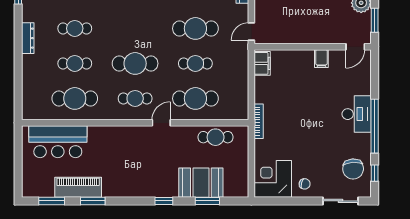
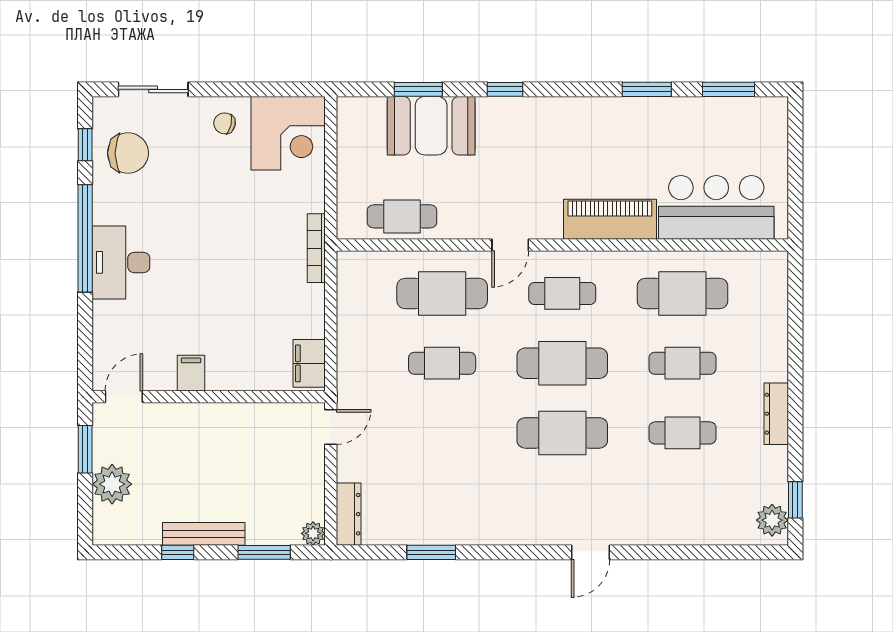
cafe table: (195, 28) -> (562, 433), moved
chair: (353, 169) -> (128, 153), turned 94
piano: (78, 187) -> (610, 219), moved, turned 180

